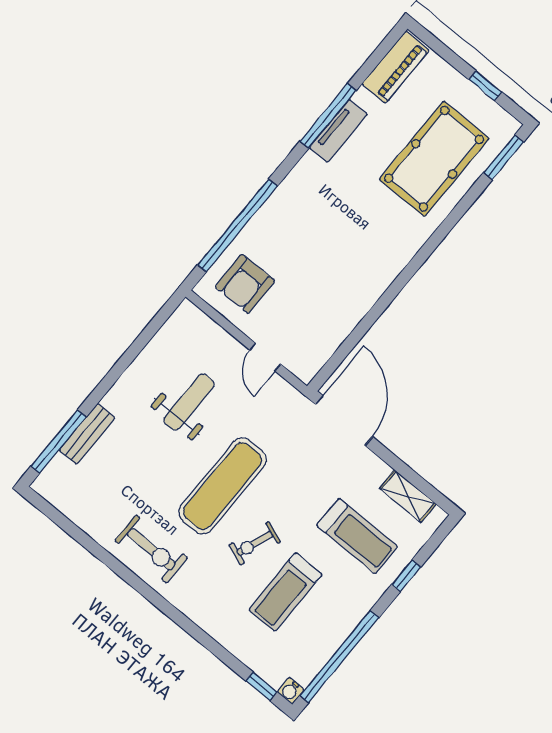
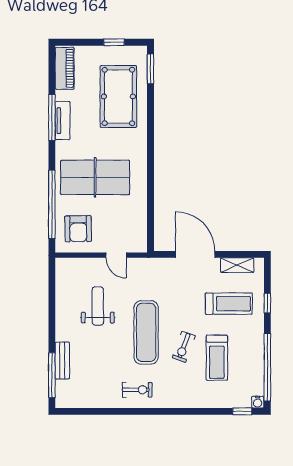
table tennis table: (320, 237) -> (95, 177), added
door: (344, 421) -> (195, 254), moved
exercise bike: (151, 549) -> (137, 390), width x0.73, depth x0.72

